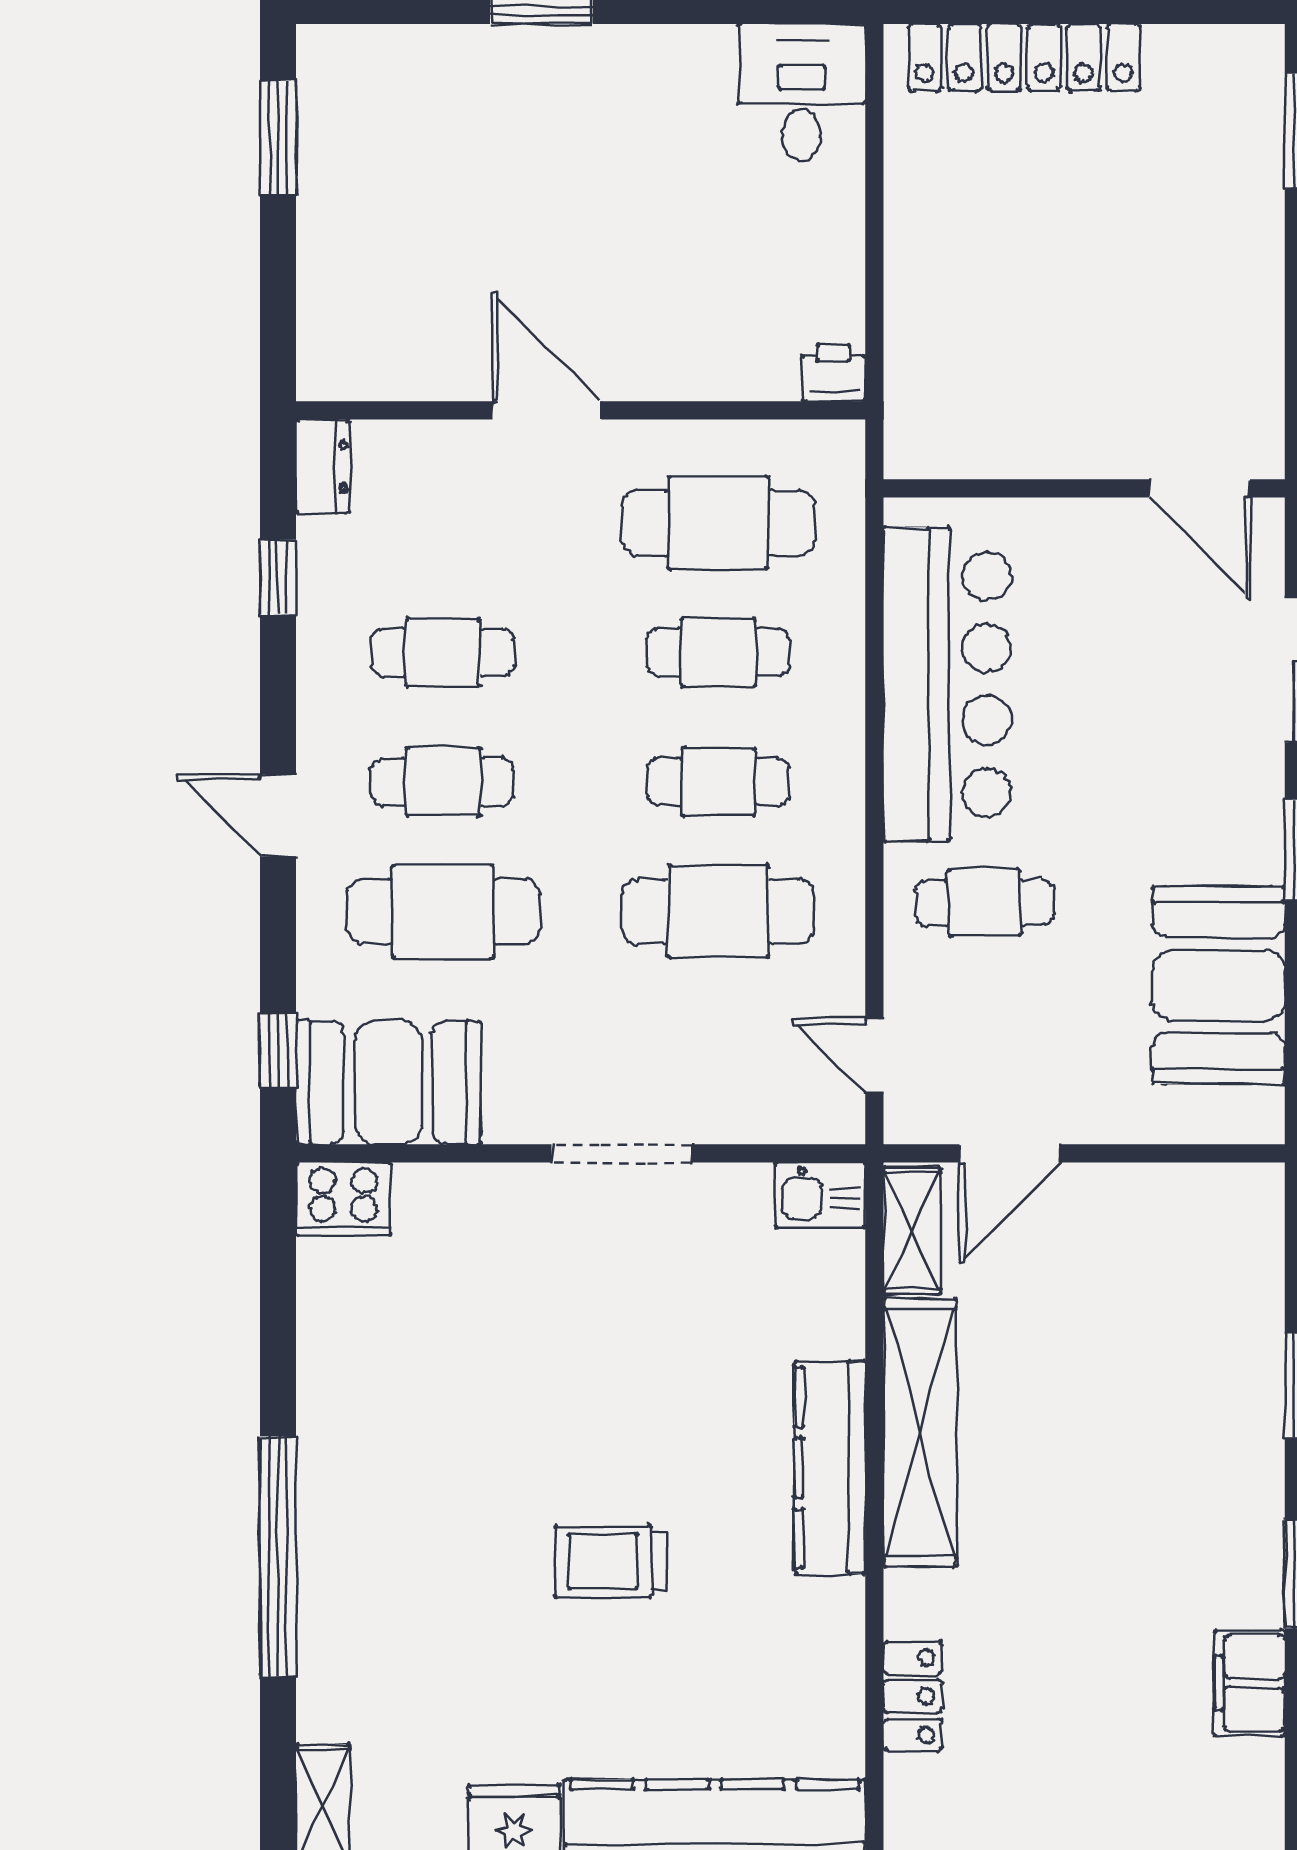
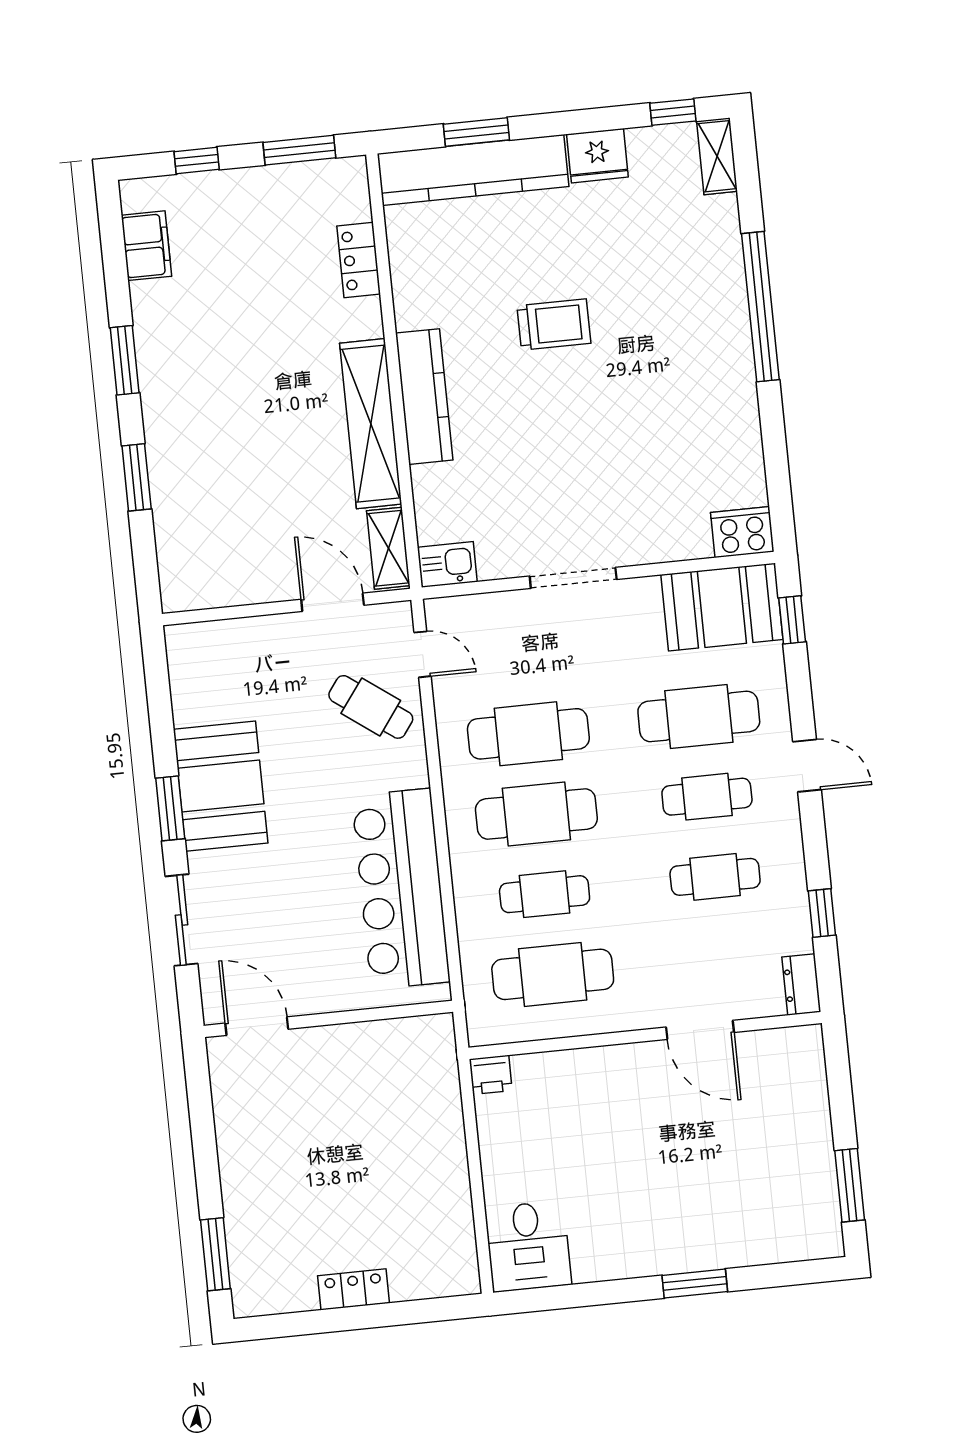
locker: (1024, 58) -> (353, 1289), width x0.46, depth x0.83
door: (547, 410) -> (700, 1030), moved
cafe table: (718, 782) -> (536, 814), width x1.37, depth x1.35
cafe table: (984, 903) -> (371, 707), moved, turned 37
booth: (1219, 985) -> (221, 786), moved
door: (1010, 1153) -> (333, 602), hinge flipped
filing cabinet: (1249, 1683) -> (146, 246), moved

